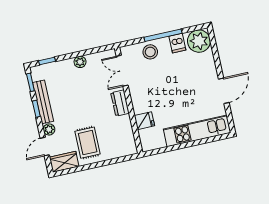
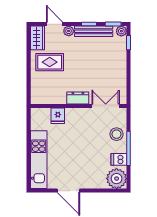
plant: (80, 62) -> (121, 31), moved

